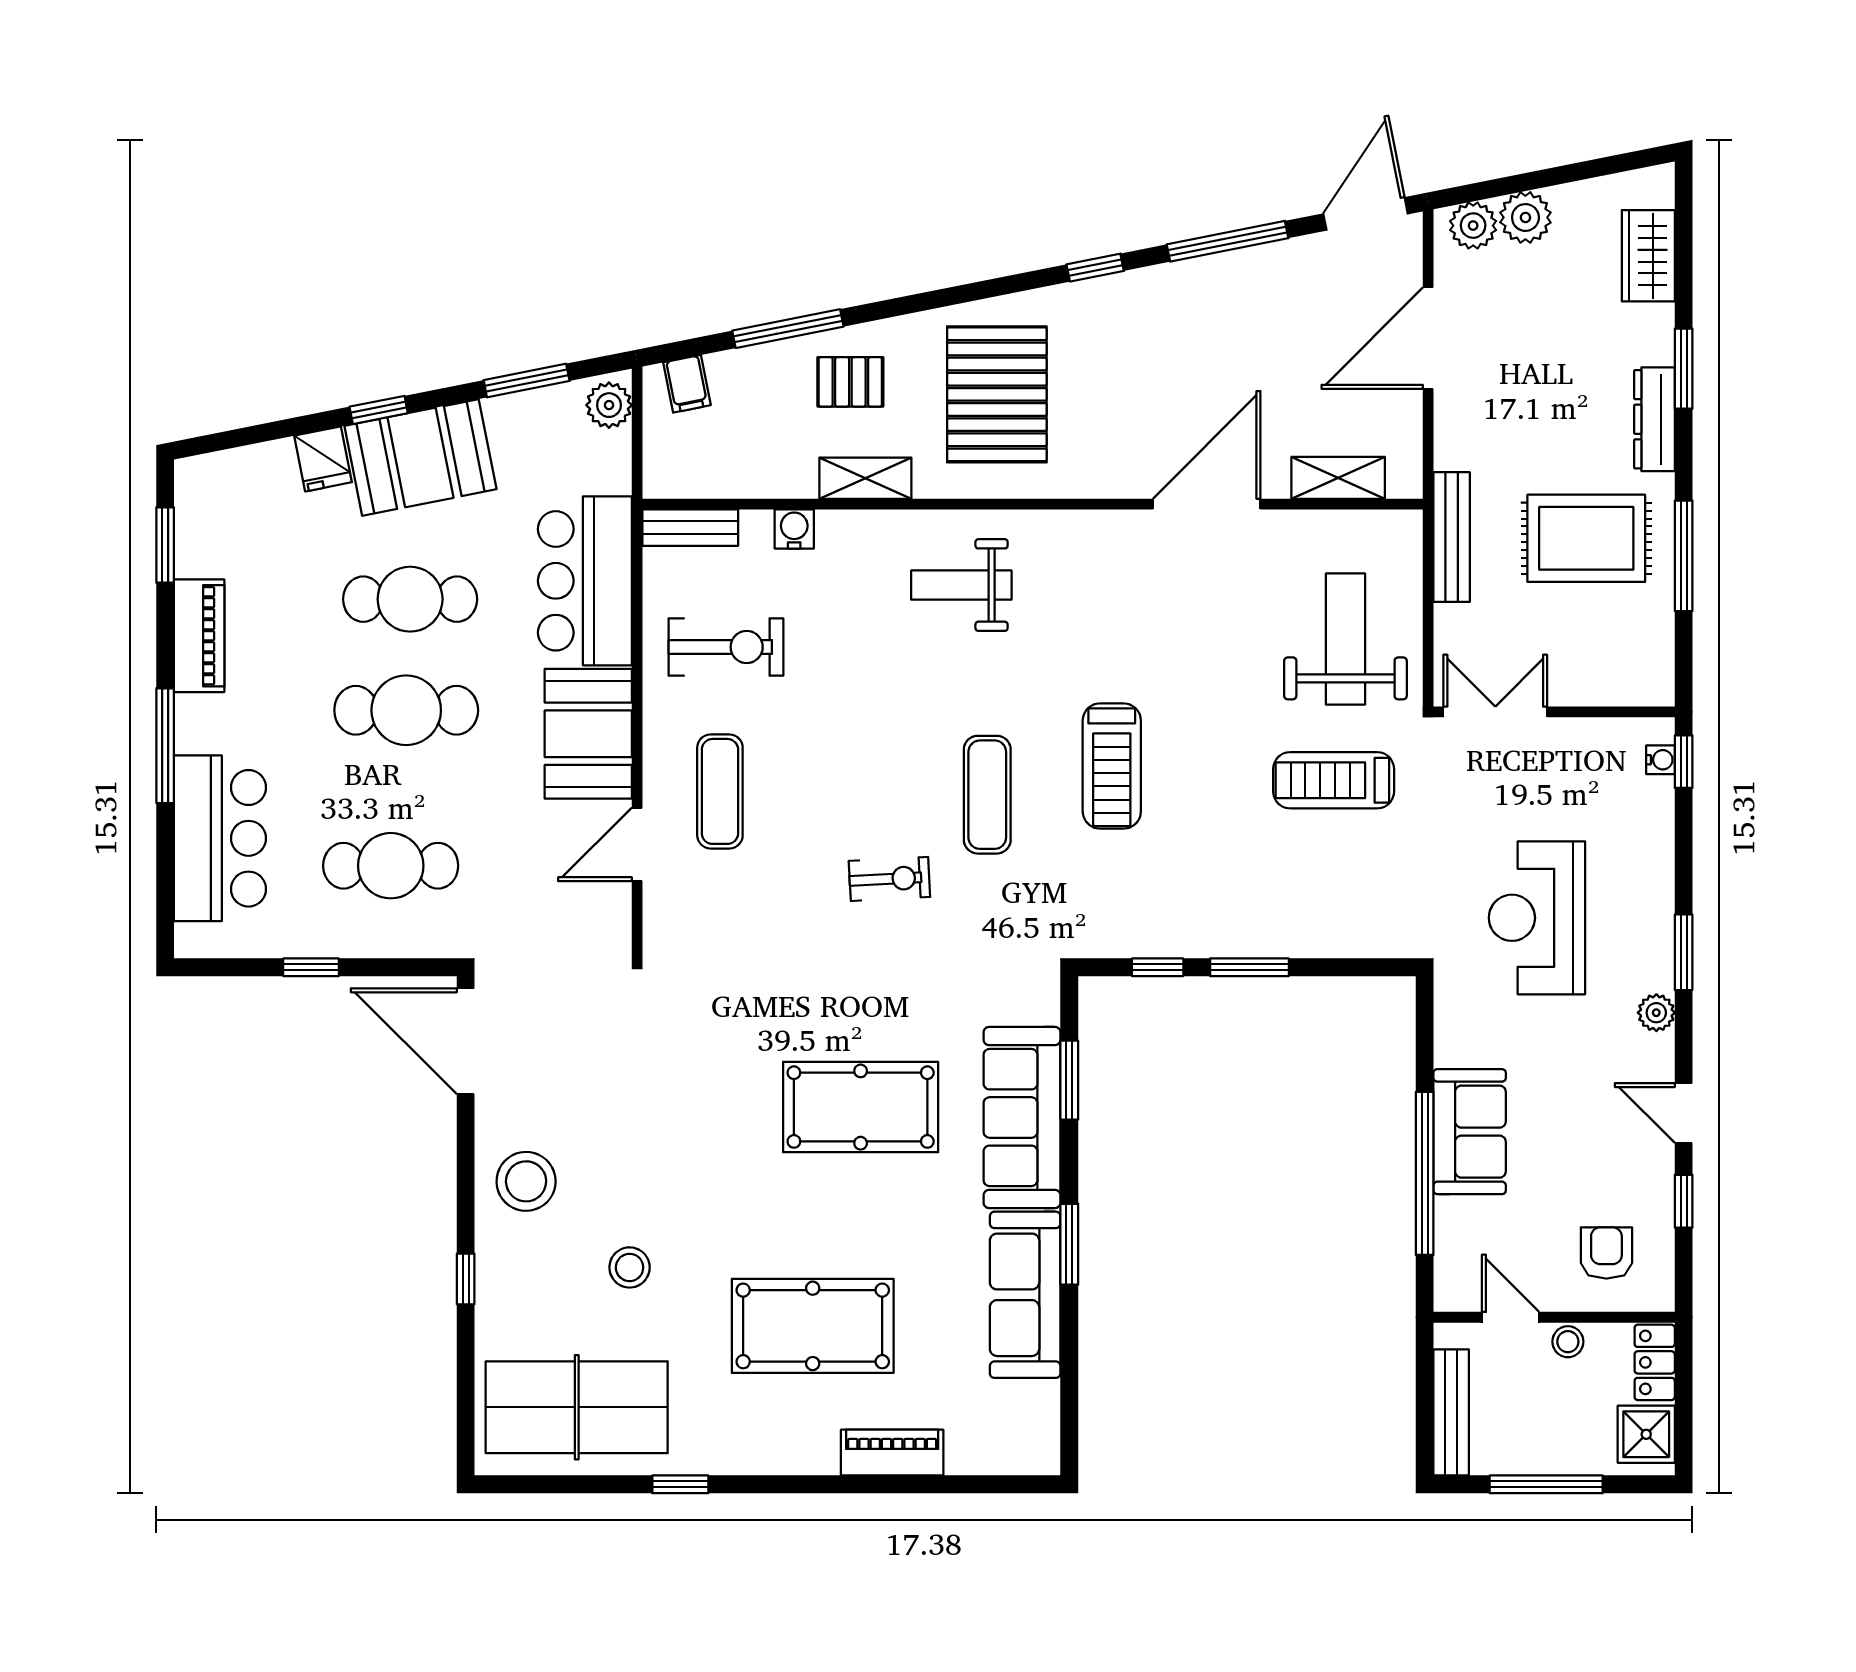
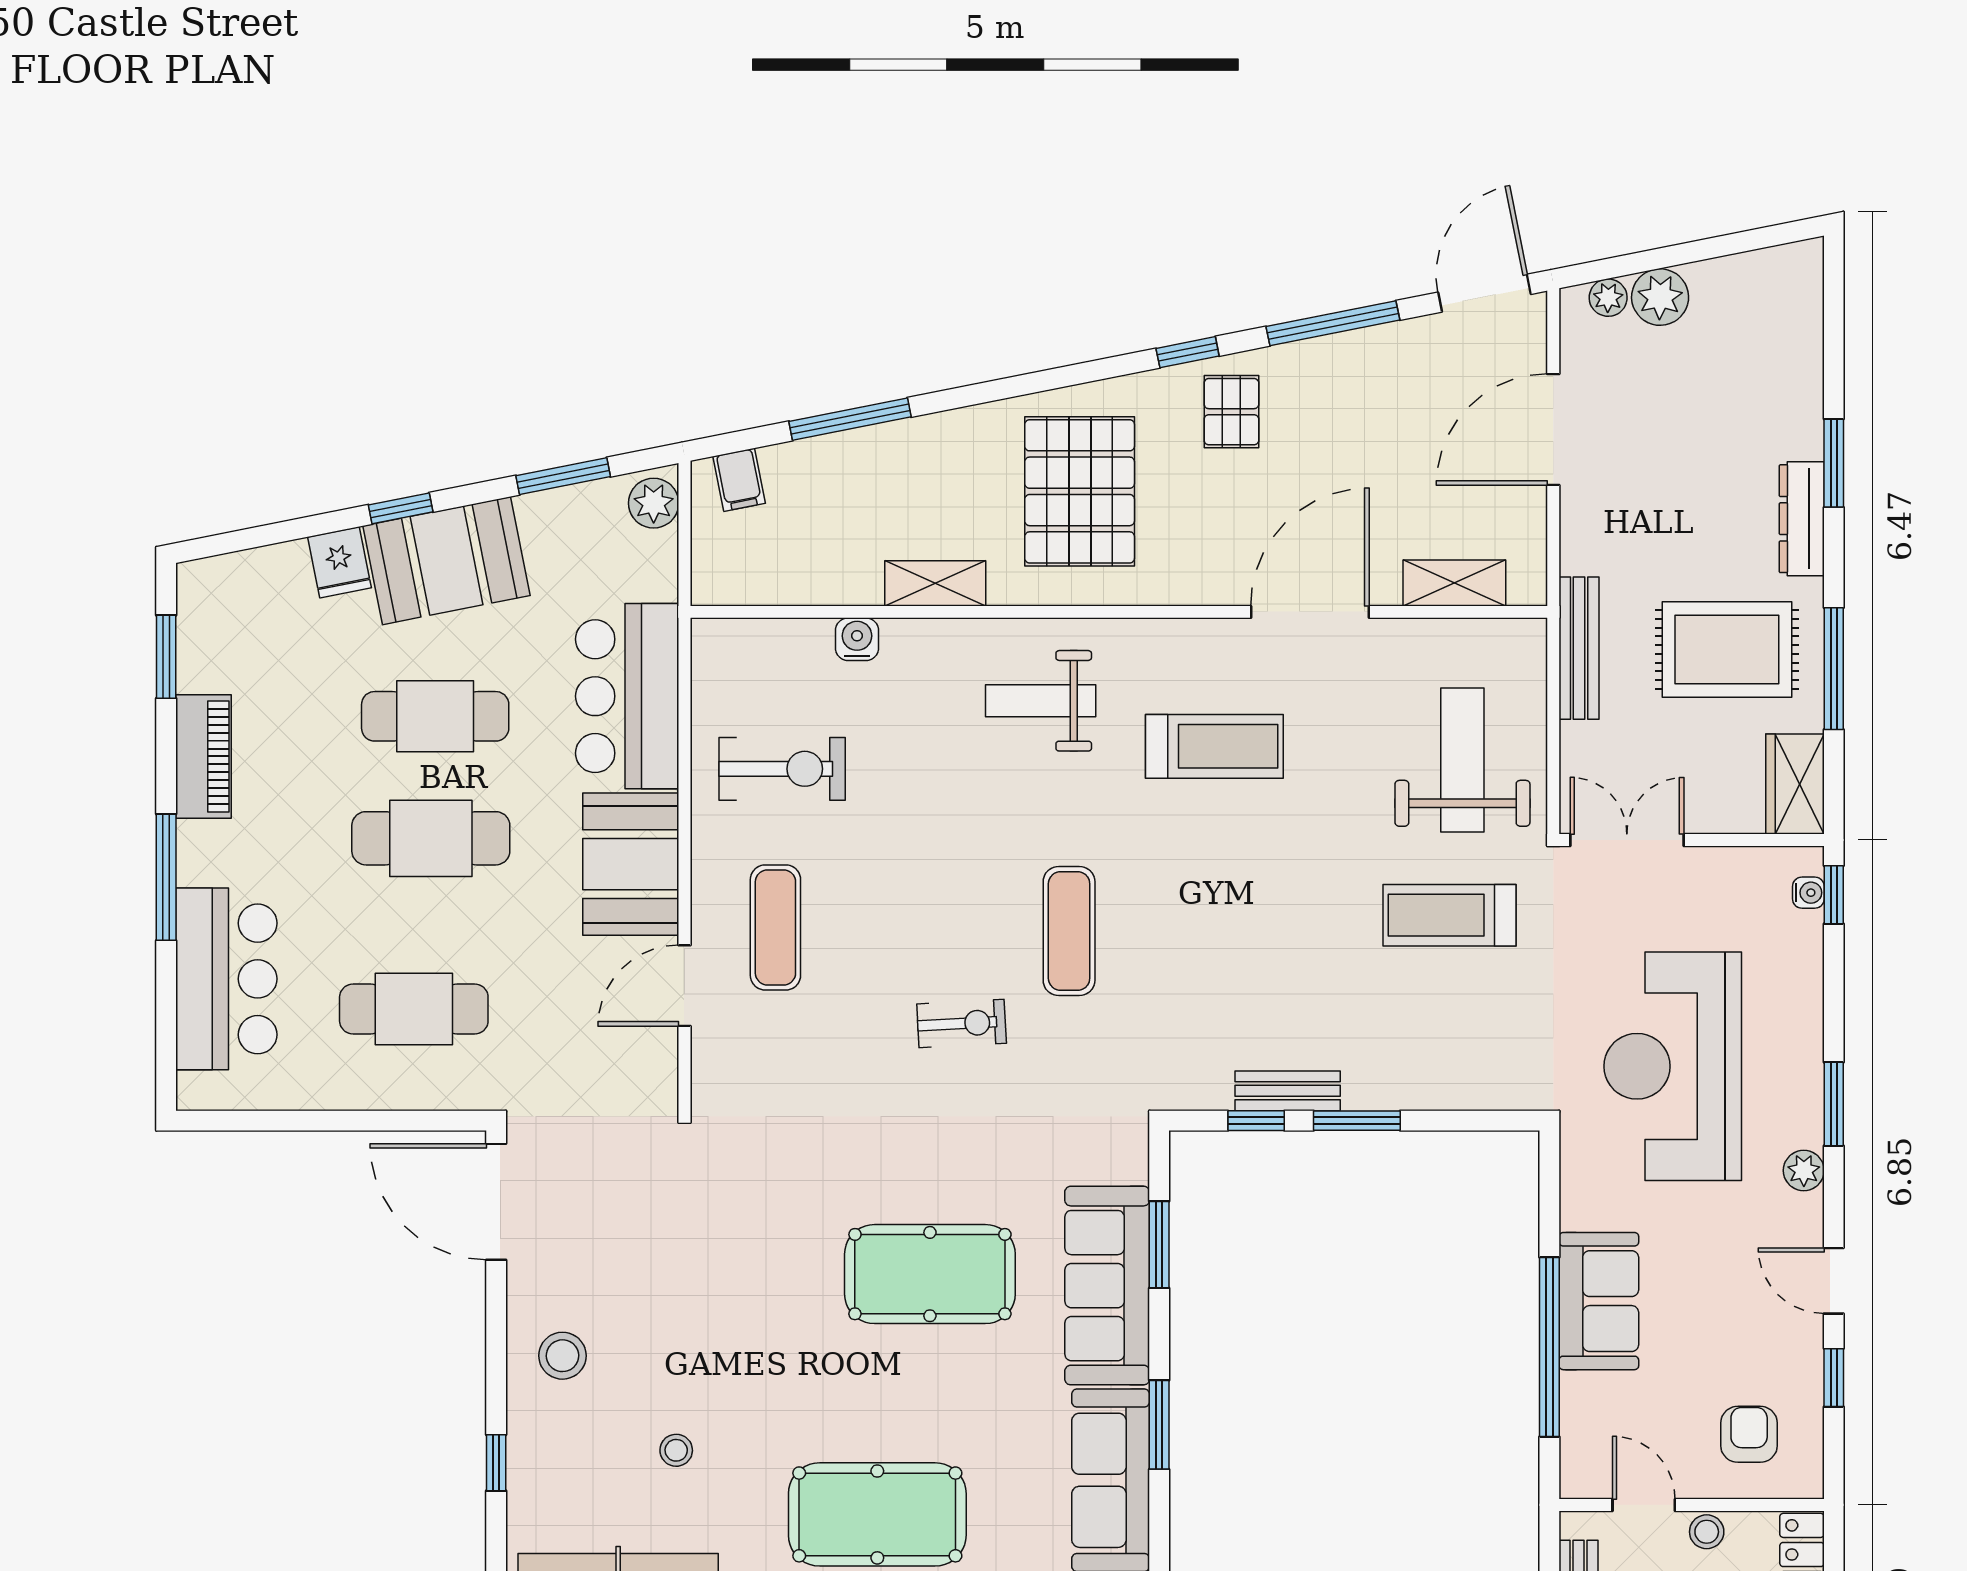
plant: (1473, 226) -> (1608, 298), width x0.73, depth x0.73
wardrobe: (1648, 256) -> (1795, 784), moved
pallet: (850, 382) -> (1231, 412), moved, turned 90
bench: (690, 528) -> (1288, 1091), moved
treadmill: (1112, 766) -> (1214, 746), moved, turned -90
reception desk: (1537, 918) -> (1673, 1066), width x1.36, depth x1.30
window: (311, 967) -> (326, 1121), removed
stool: (526, 1181) -> (562, 1356), width x0.73, depth x0.73
stool: (630, 1267) -> (676, 1450), width x0.73, depth x0.73

